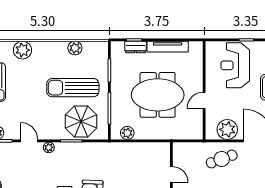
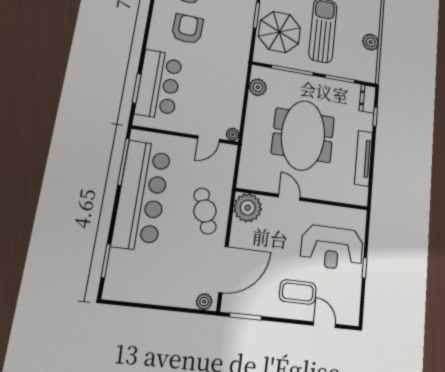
dresser: (136, 47) -> (368, 99), moved
reception desk: (235, 65) -> (332, 248), turned 180
plant: (227, 129) -> (248, 208), moved
plant: (165, 147) -> (233, 134), added
door: (171, 174) -> (209, 139), moved

